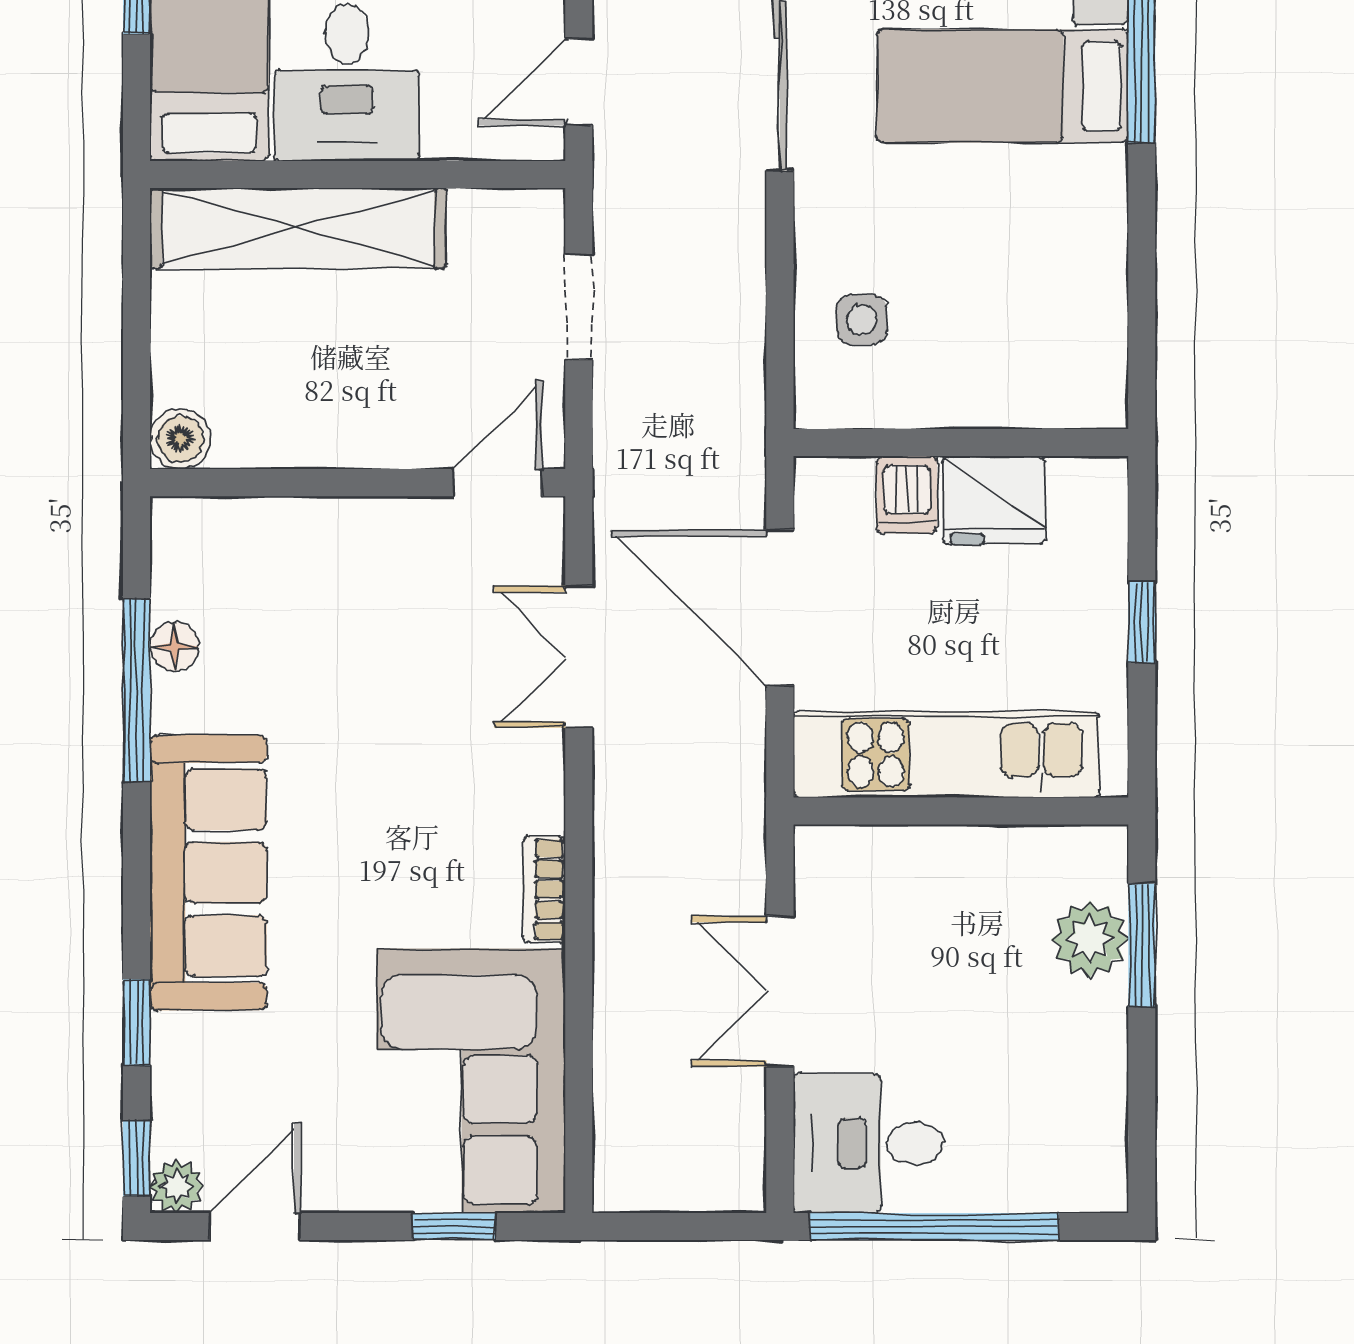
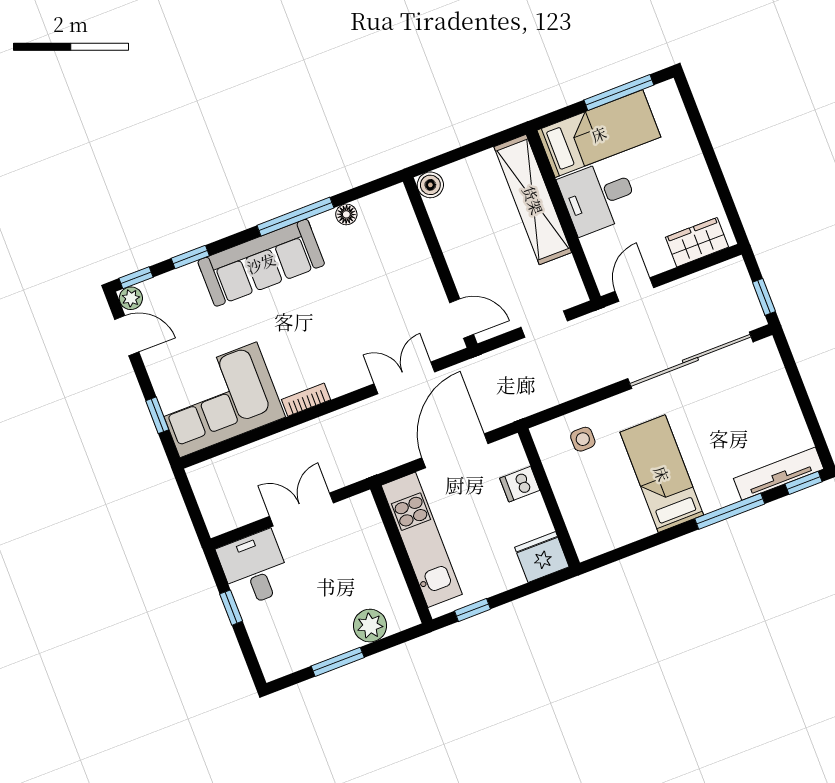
door: (579, 82) -> (634, 290), hinge flipped
bed: (1003, 86) -> (662, 474), moved
fridge: (994, 500) -> (542, 557), moved, turned 90
window: (1142, 622) -> (473, 610), moved
window: (137, 690) -> (295, 217), moved
window: (1142, 945) -> (338, 662), moved
window: (934, 1226) -> (231, 608), width x0.32

